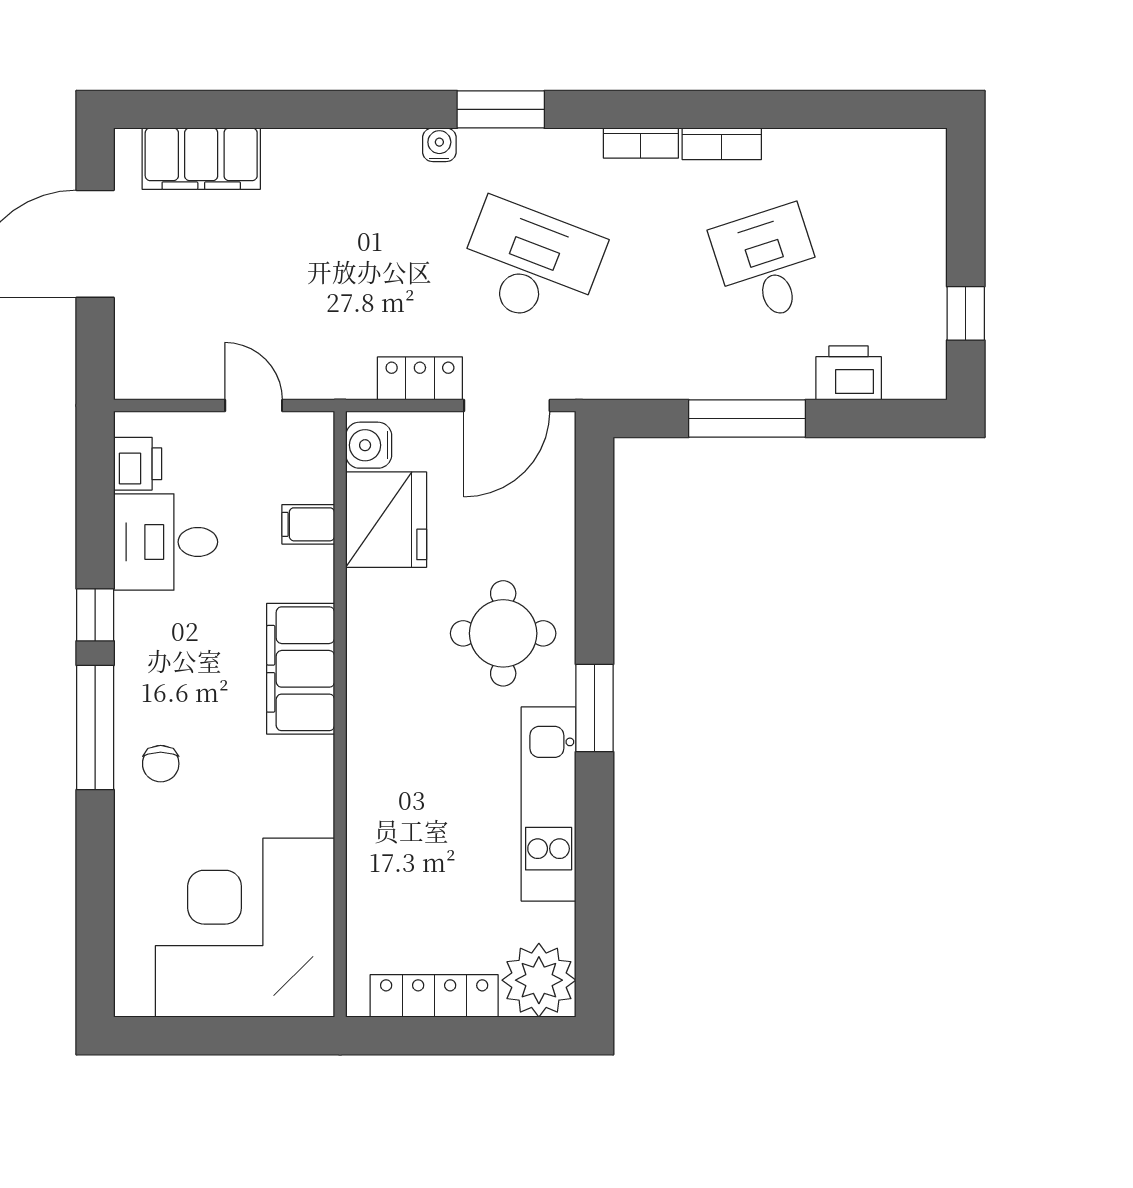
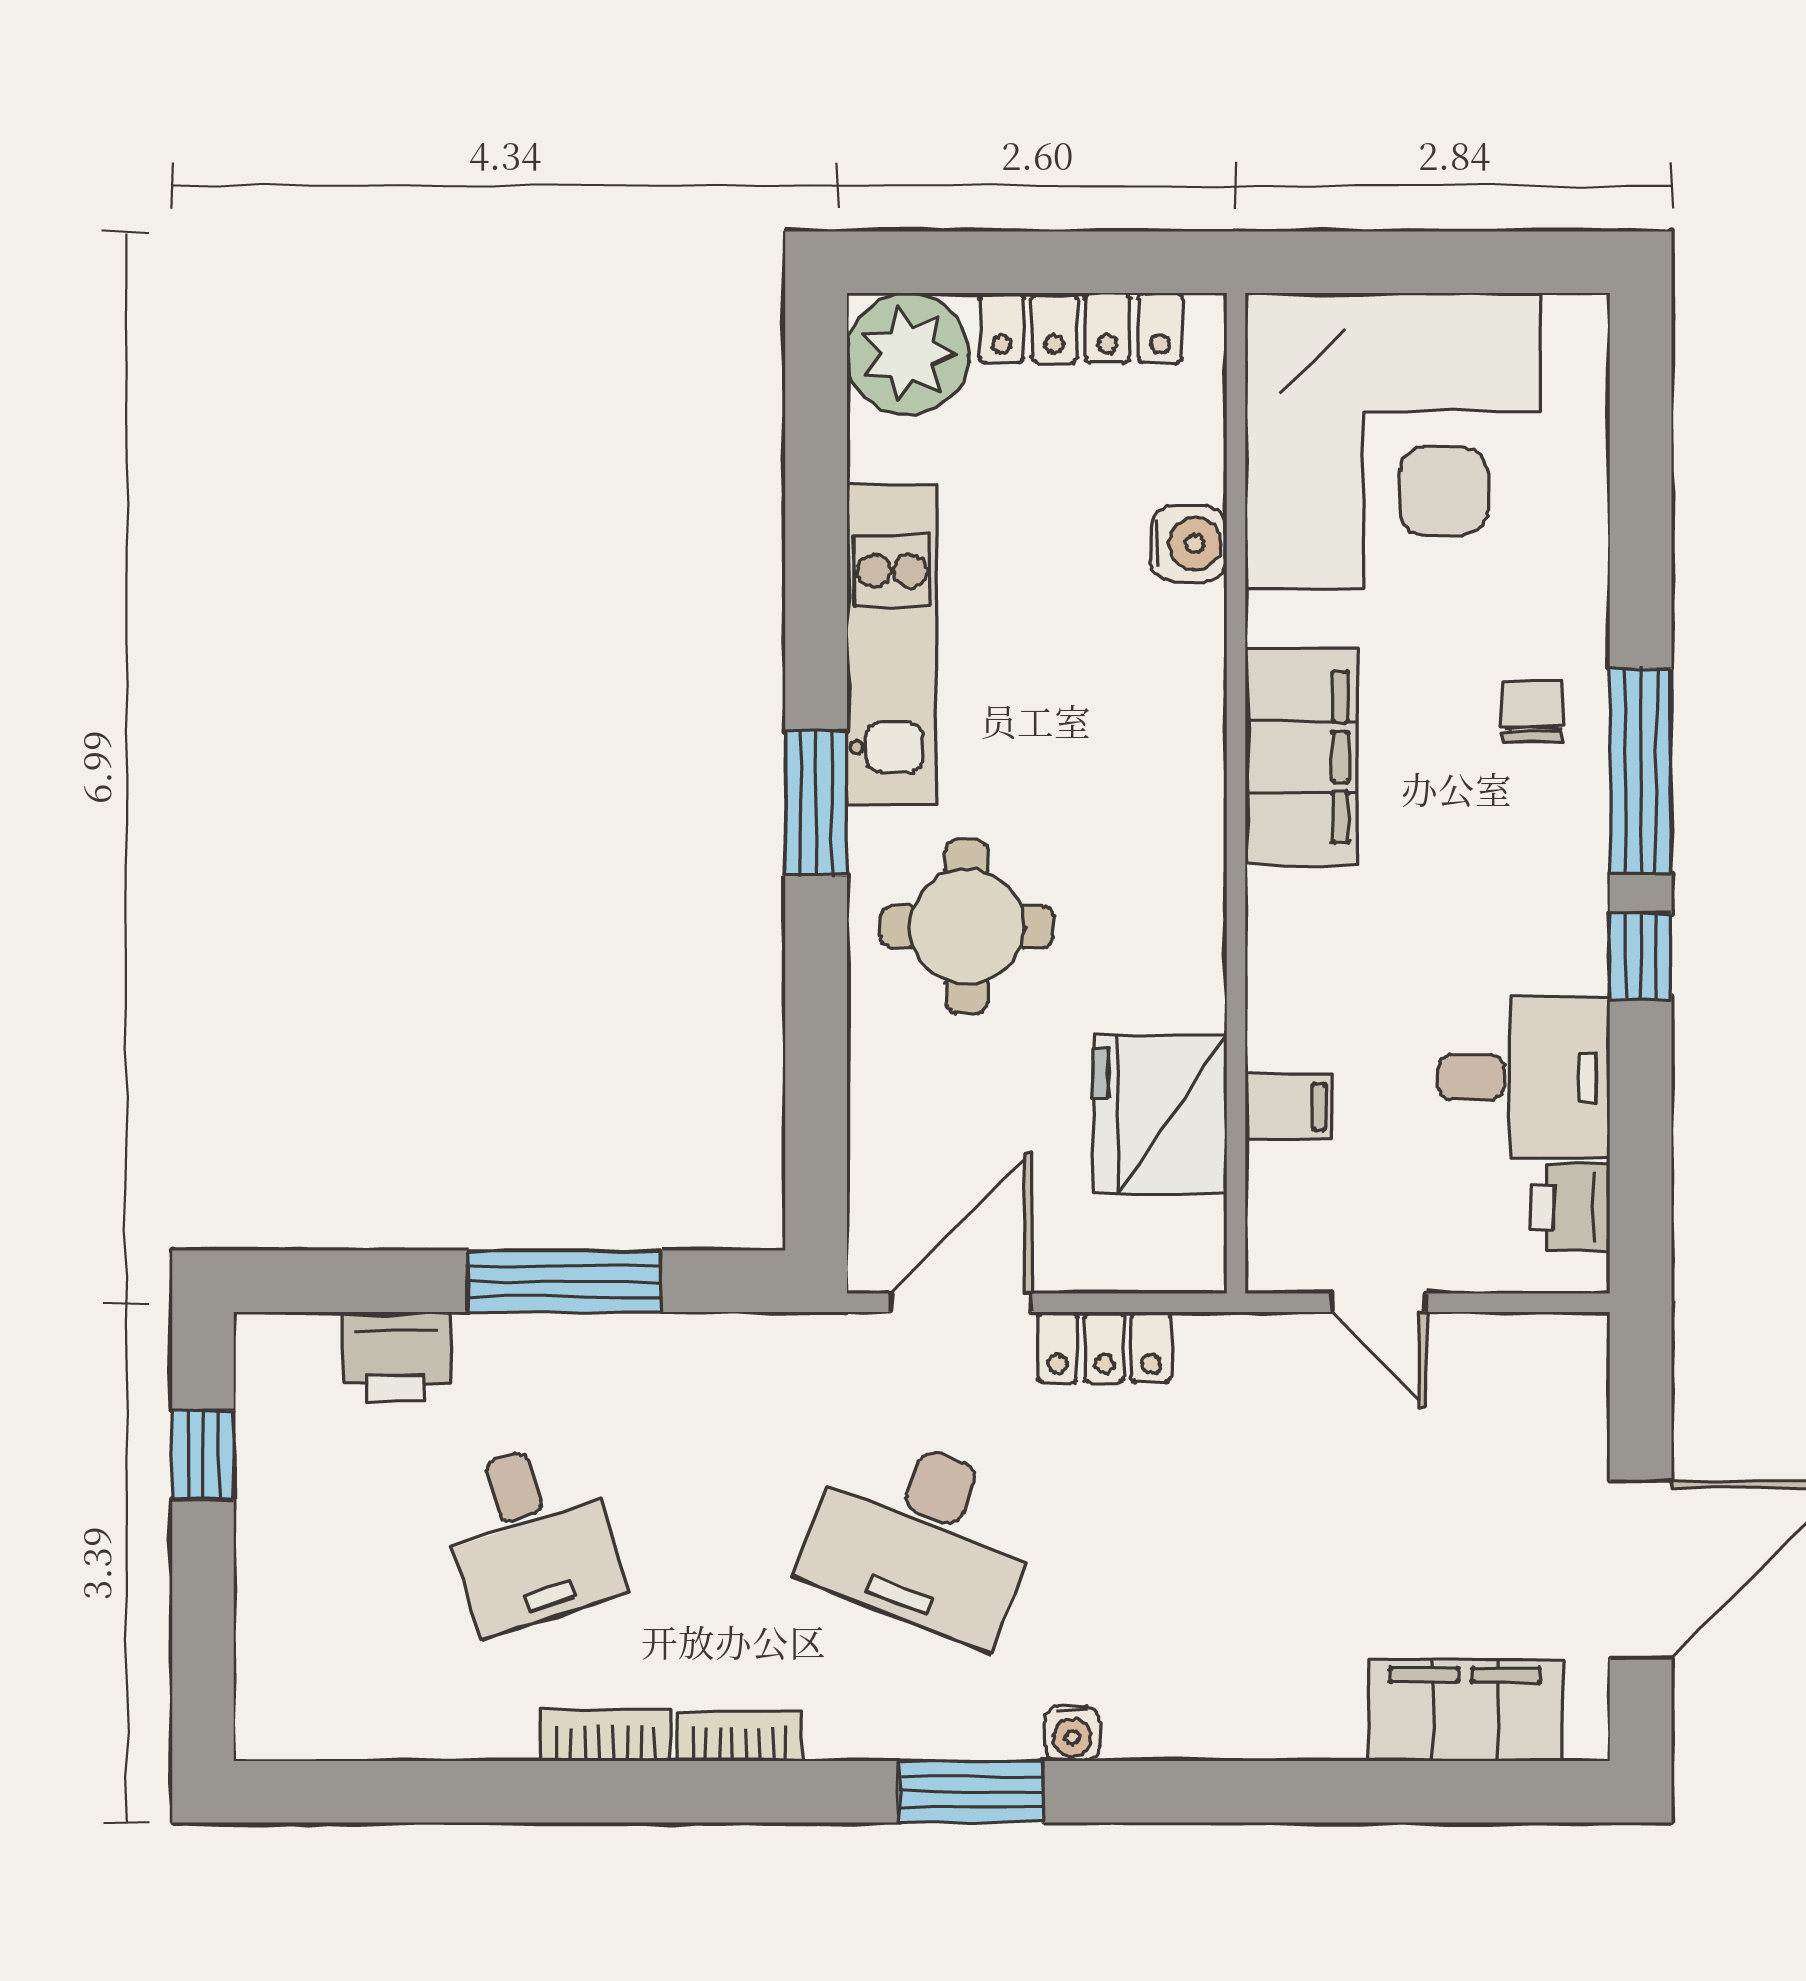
water cooler: (369, 445) -> (1189, 543), moved
filing cabinet: (301, 669) -> (1301, 757), moved

